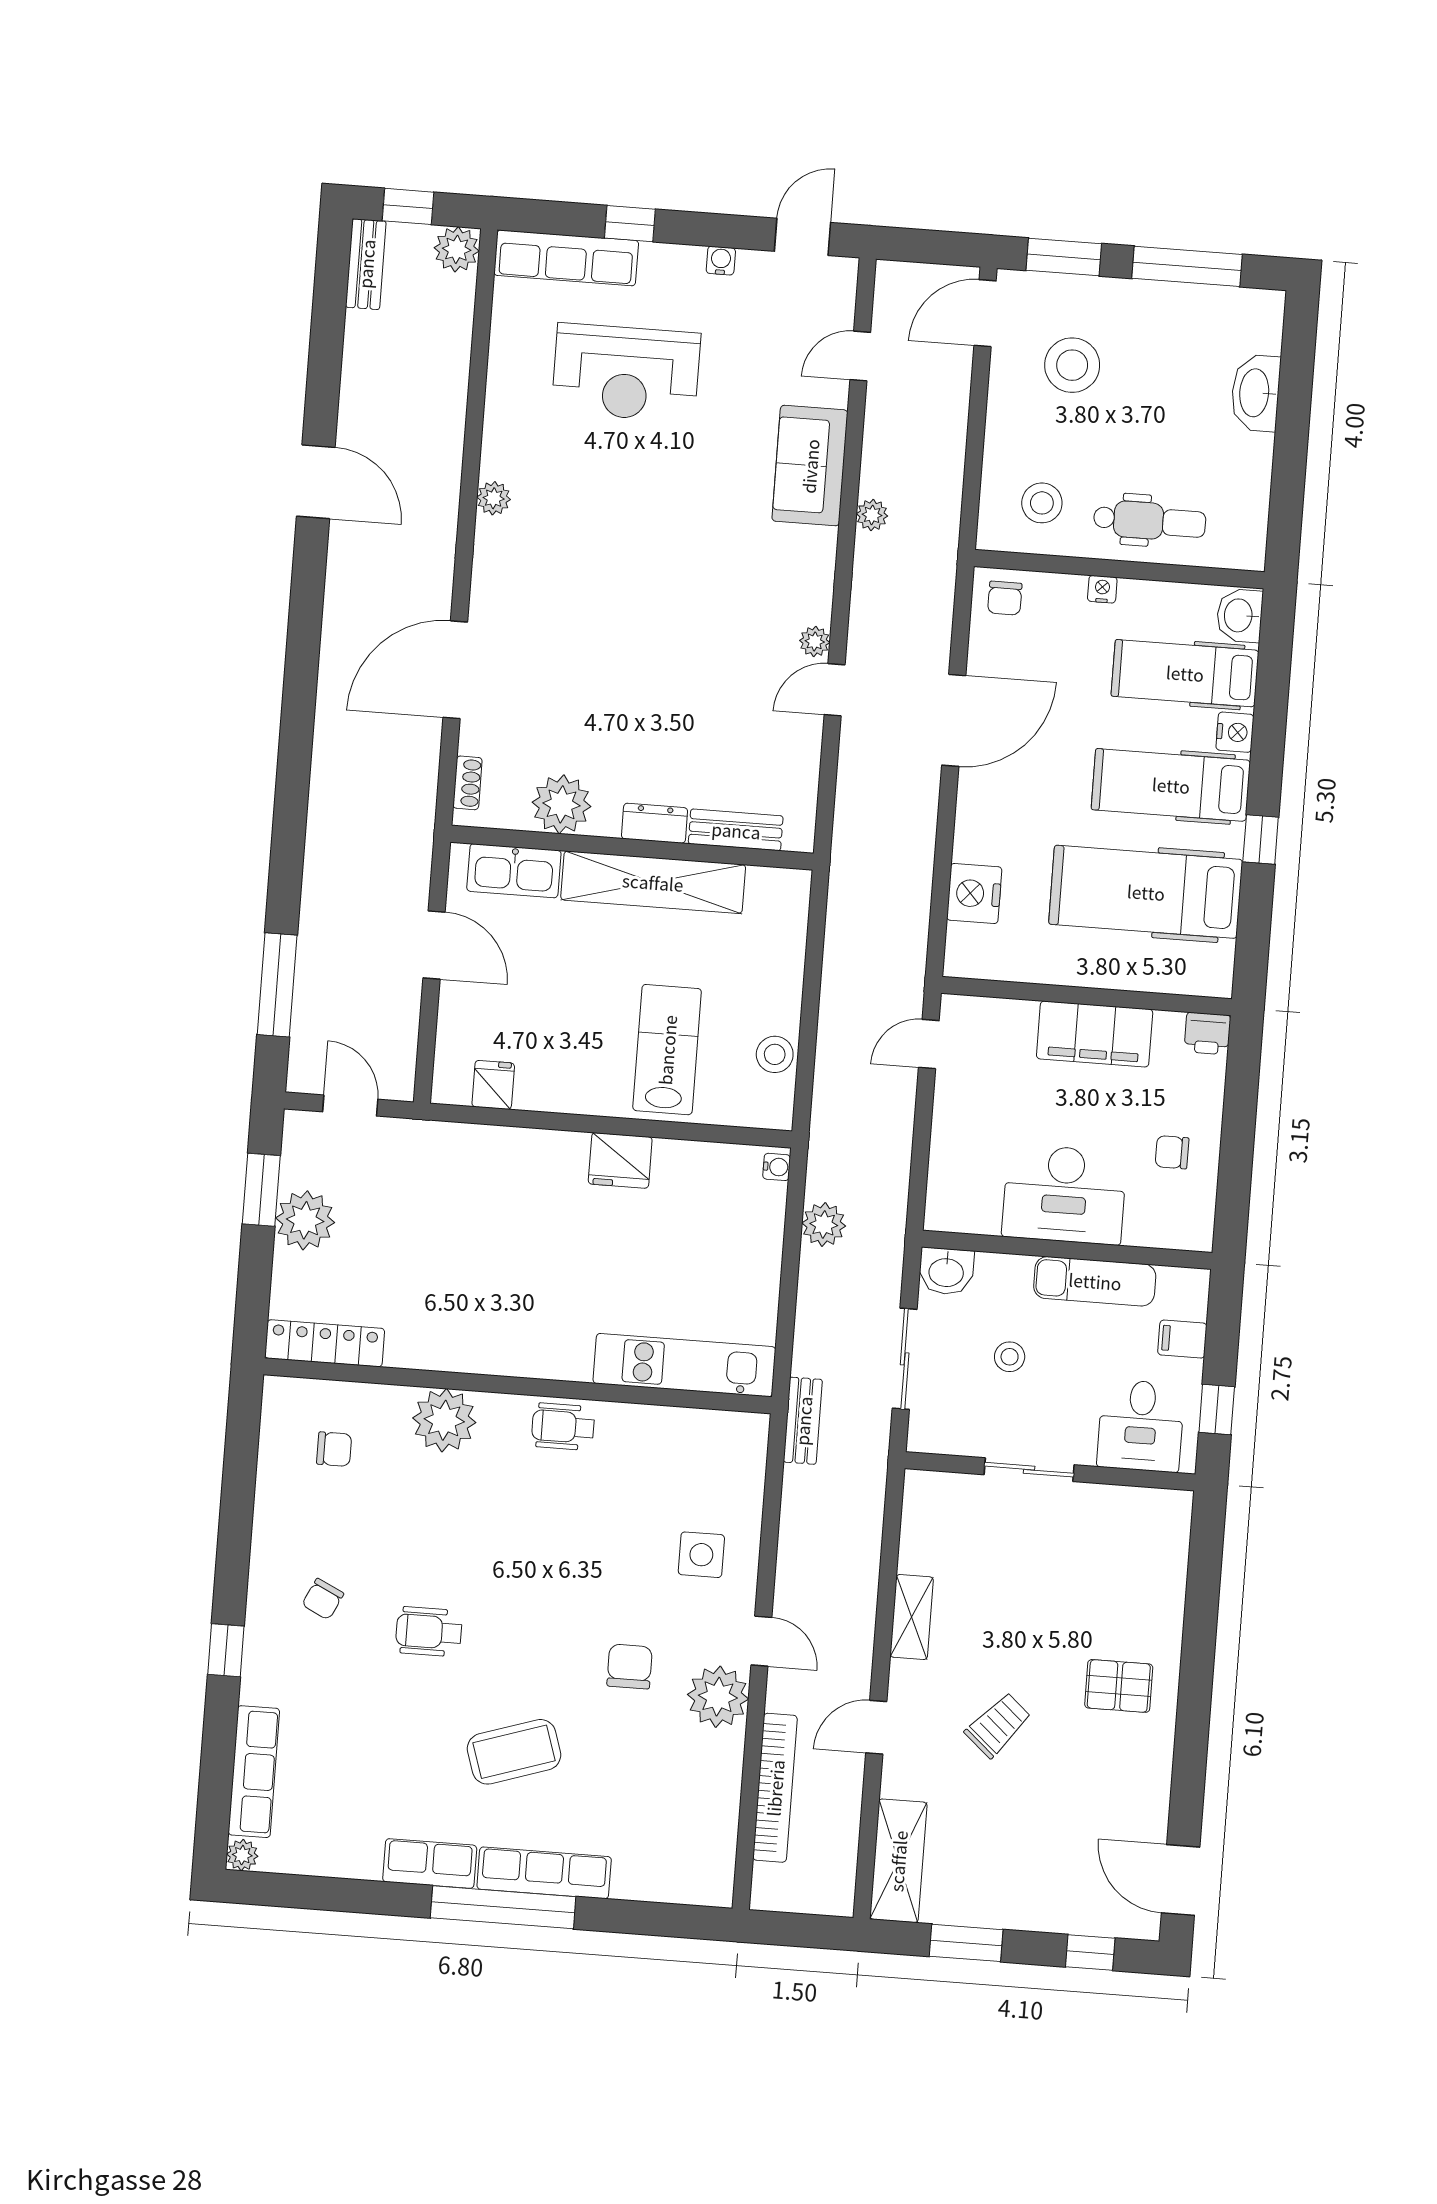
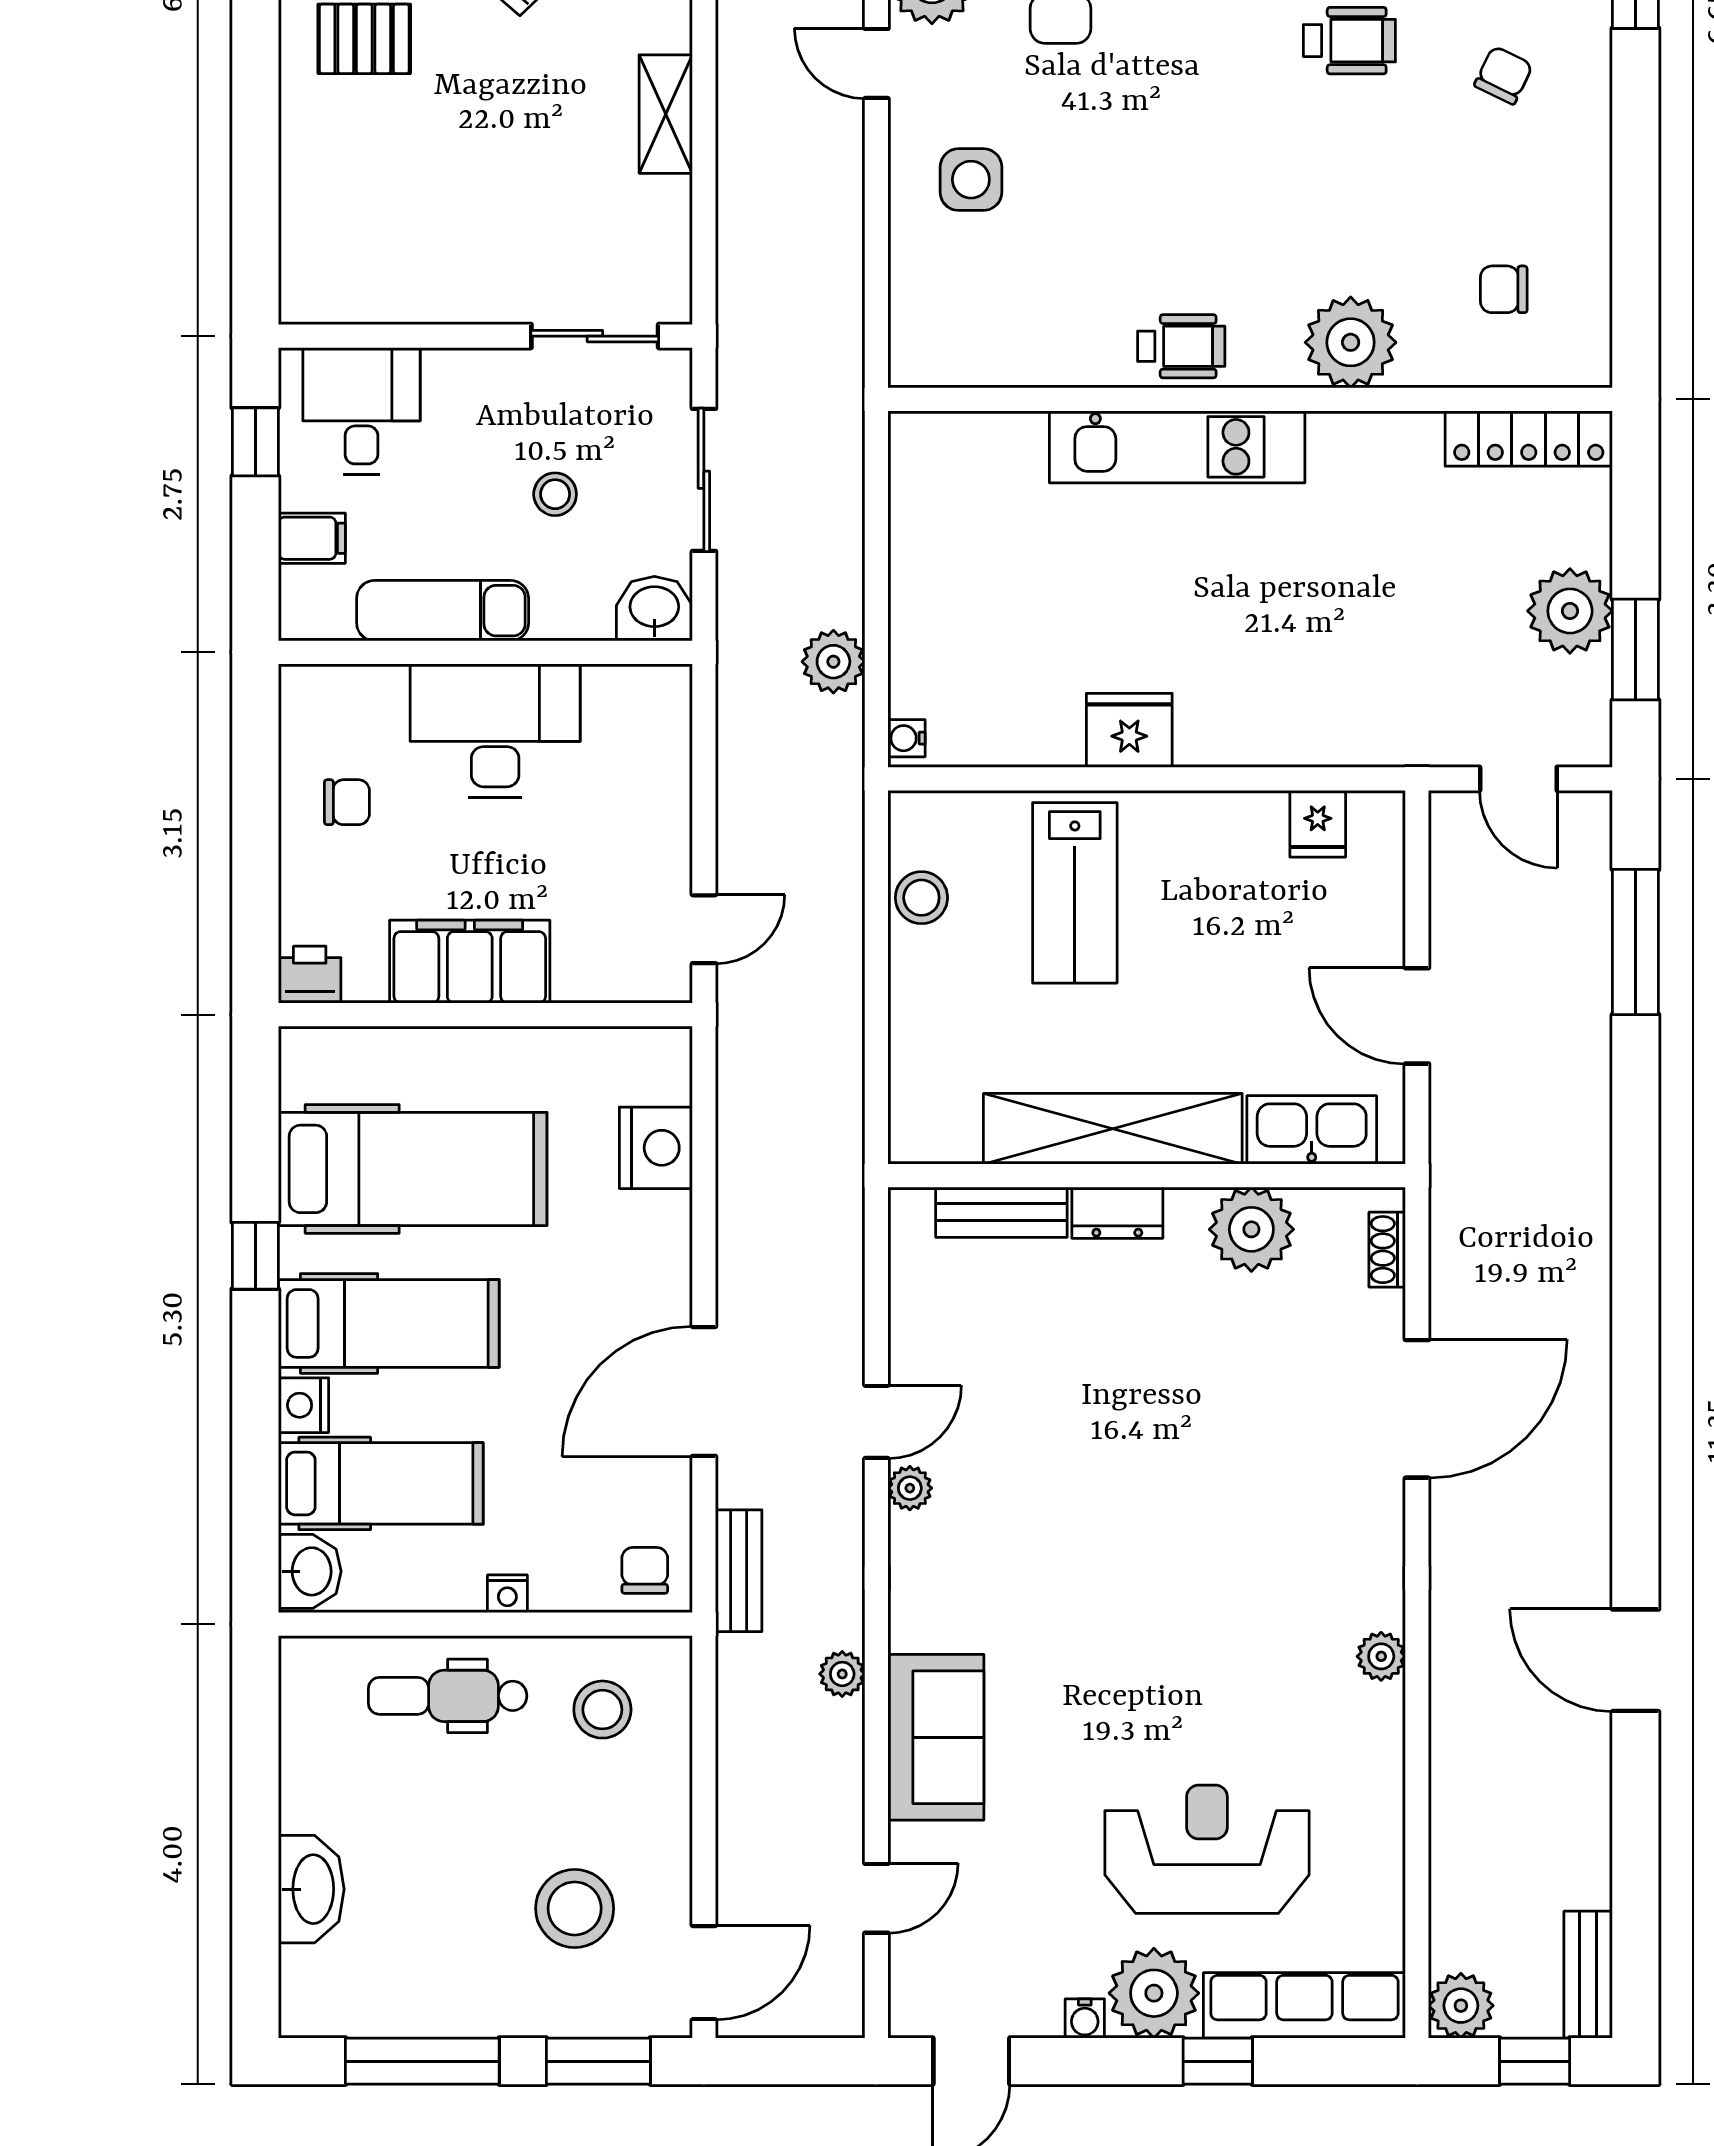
plant: (671, 275) -> (1154, 1993), added
kitchen unit: (684, 1365) -> (1177, 447), moved
bench: (803, 1421) -> (739, 1571), moved
sliding door: (1029, 1470) -> (595, 336), moved

